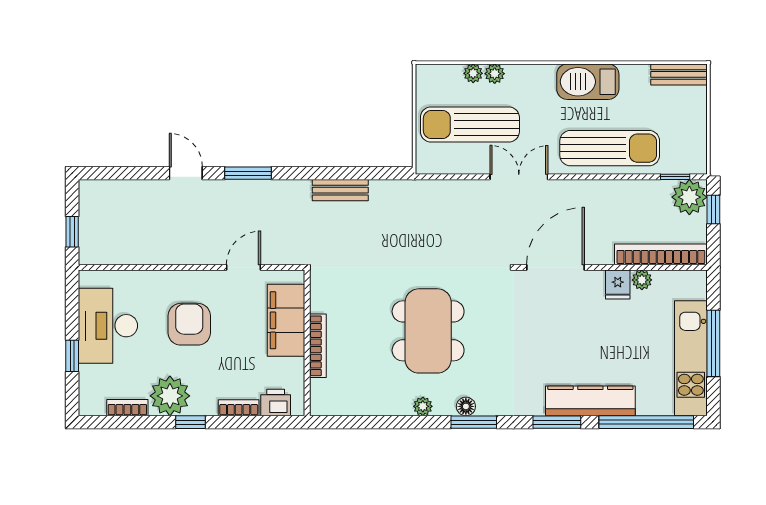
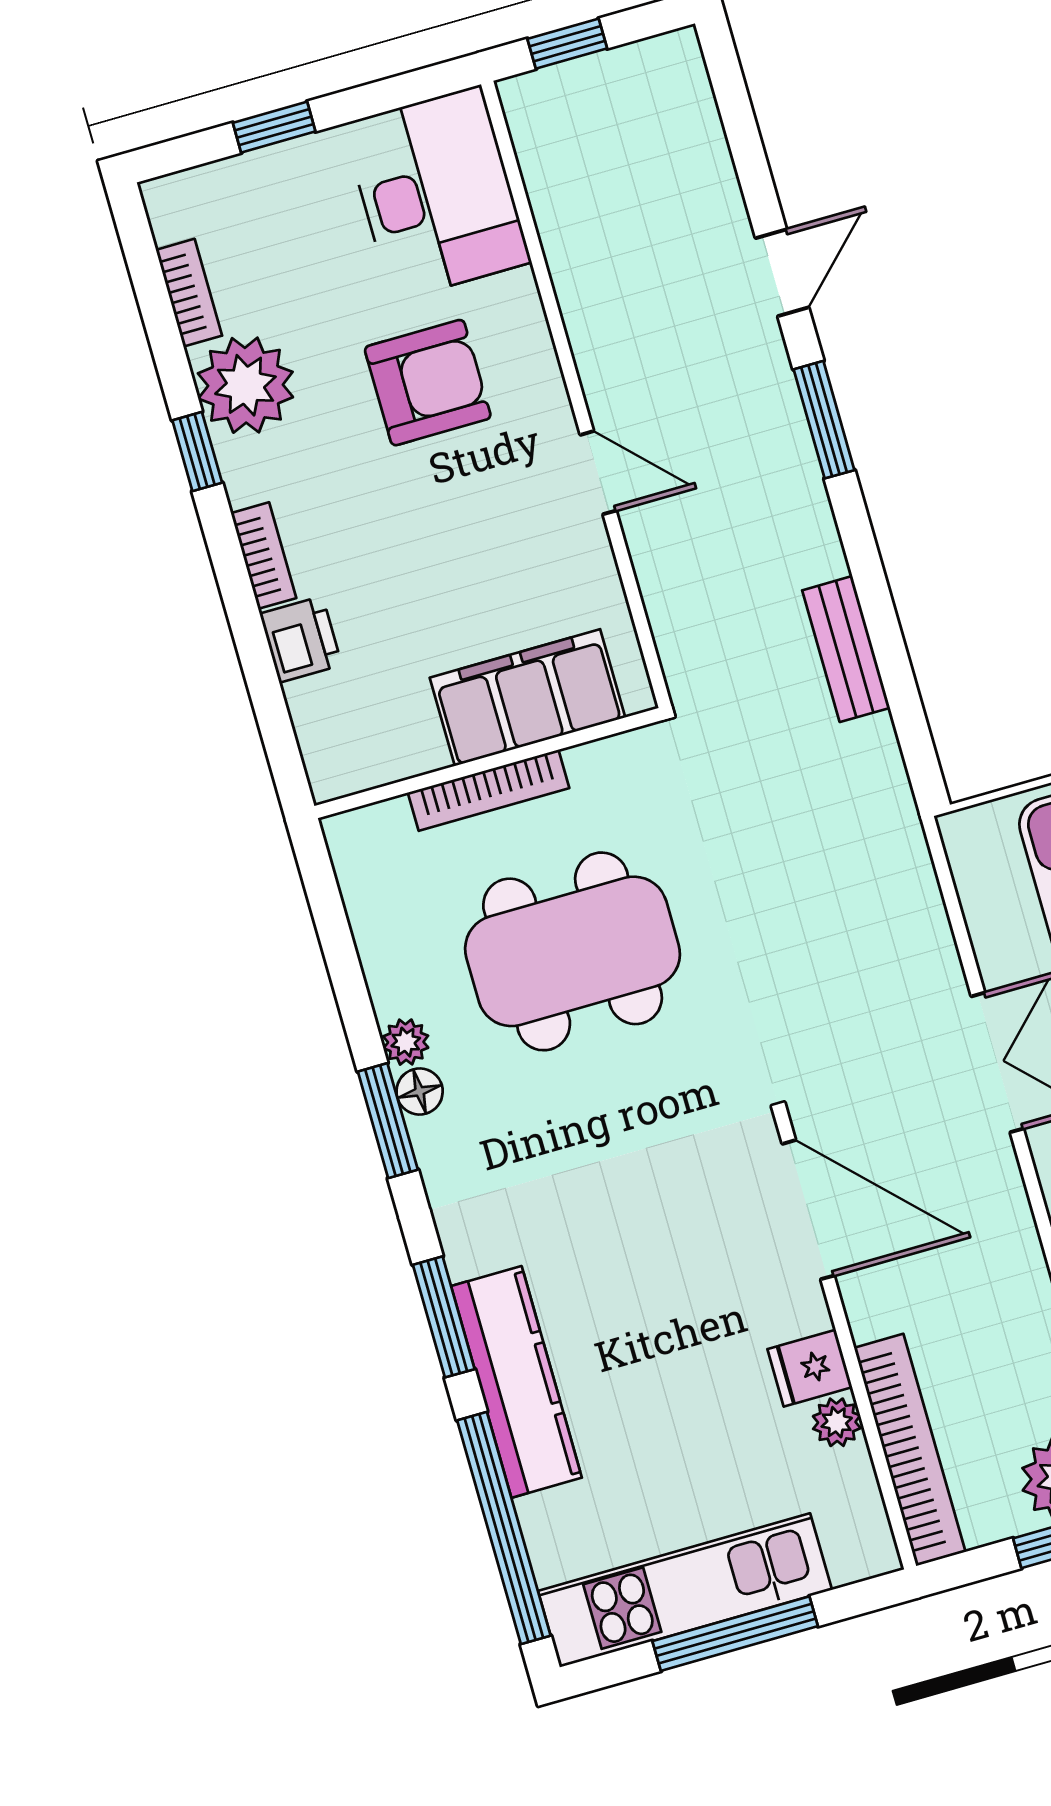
filing cabinet: (286, 320) -> (527, 698), moved
desk: (108, 326) -> (437, 194), moved, turned 90
wall: (307, 343) -> (488, 763), moved
bookcase: (318, 346) -> (489, 790), moved
plant: (423, 406) -> (406, 1042), moved

